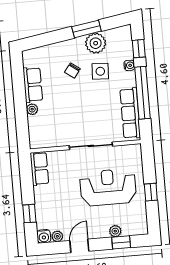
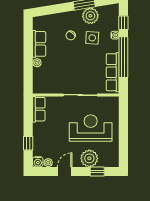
window: (151, 192) -> (123, 135), removed
plant: (115, 231) -> (89, 158), width x1.88, depth x1.88

